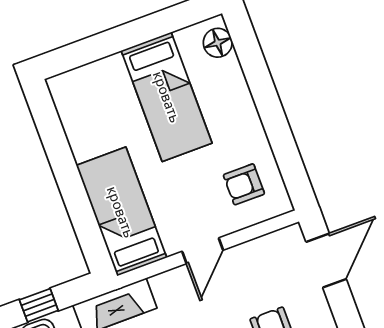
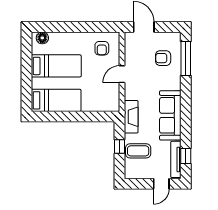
bed: (121, 212) -> (56, 100), moved, turned 180
door: (203, 251) -> (122, 74), swing flipped

